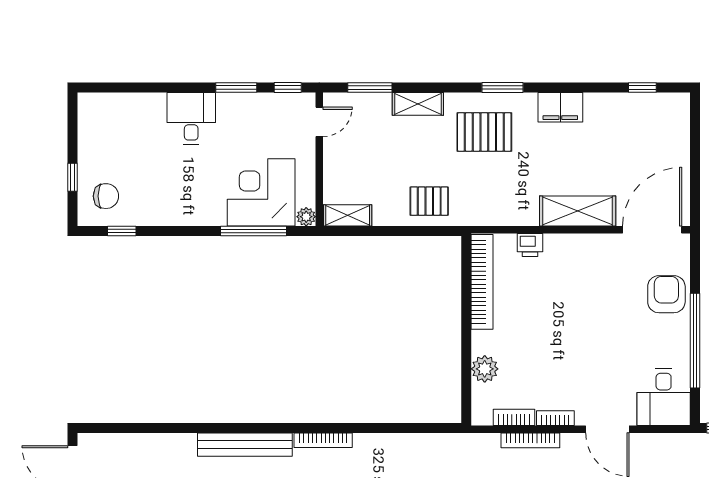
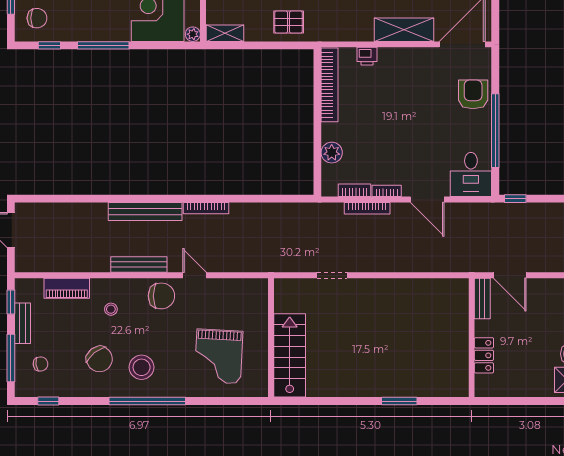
window: (254, 231) -> (103, 45), moved

